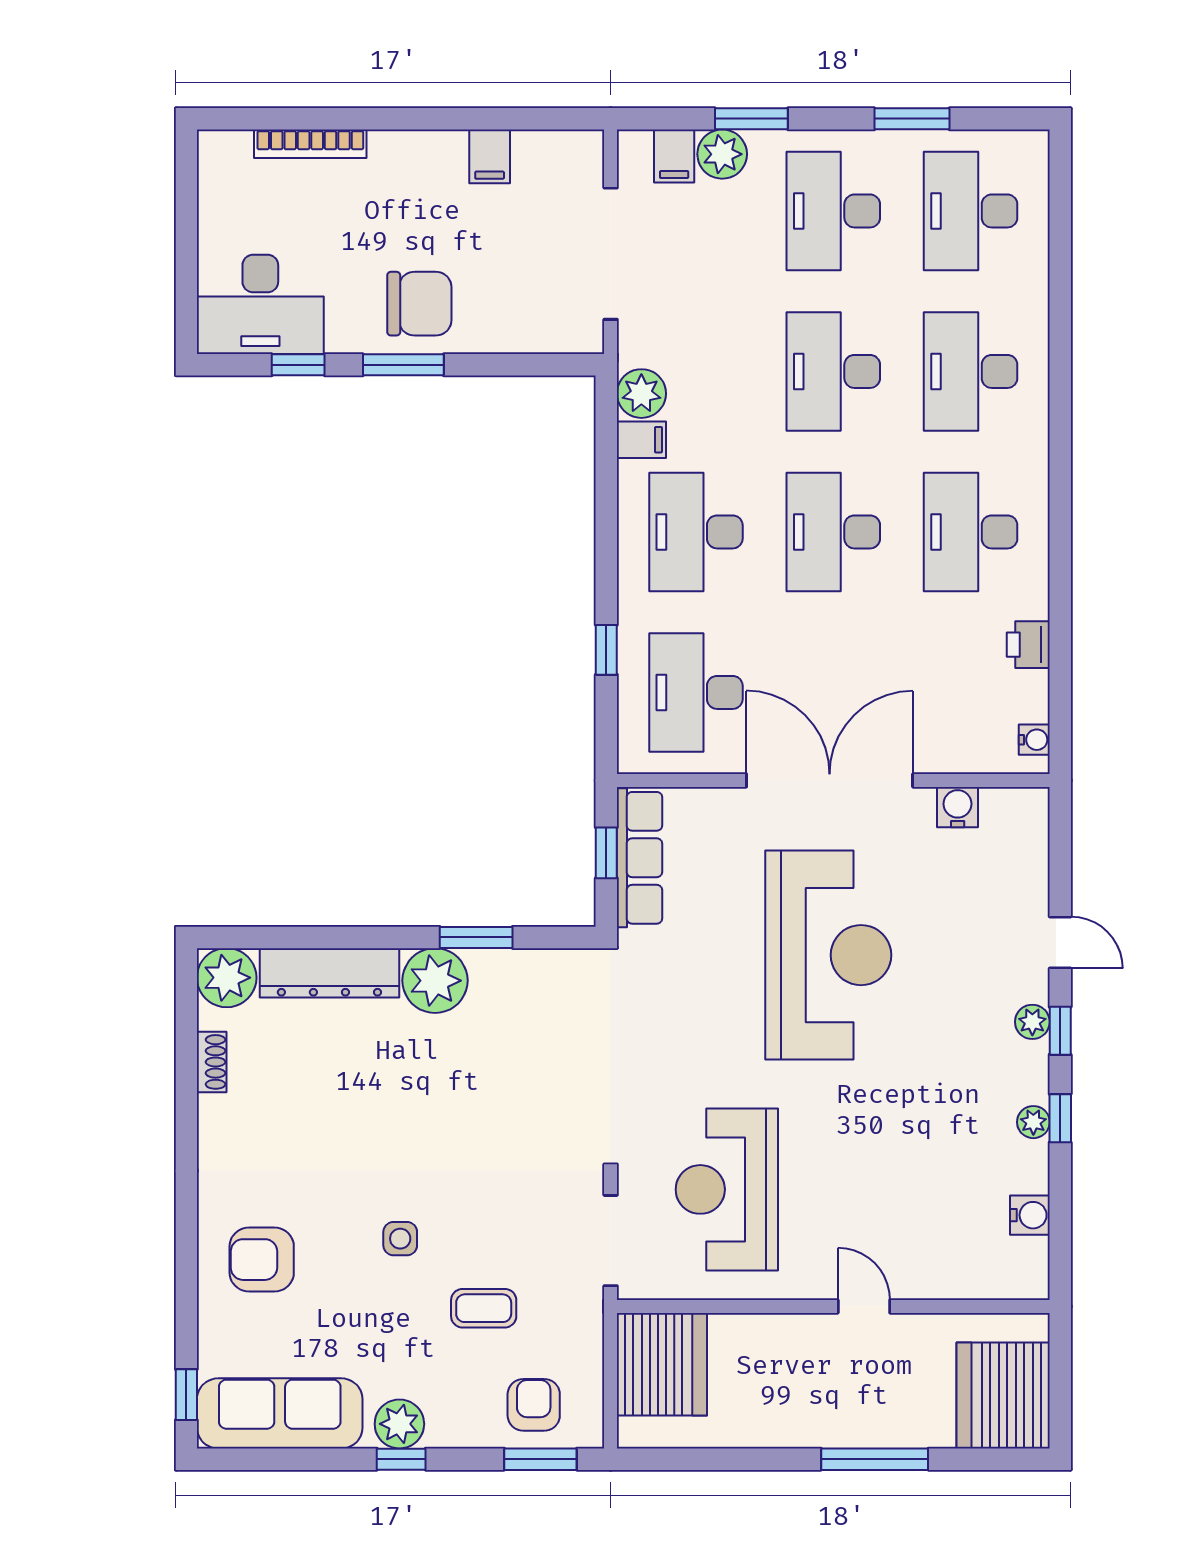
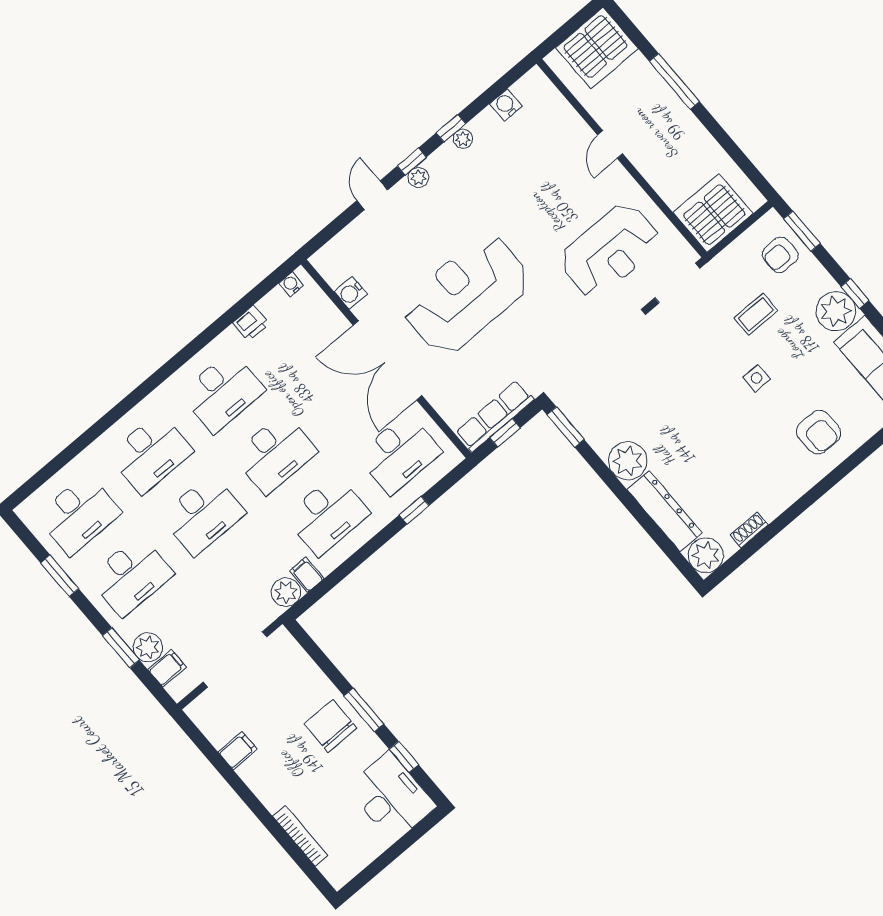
window: (476, 937) -> (566, 427), moved
coffee table: (484, 1308) -> (756, 314), turned 90
plant: (399, 1424) -> (836, 311), width x1.36, depth x1.36

